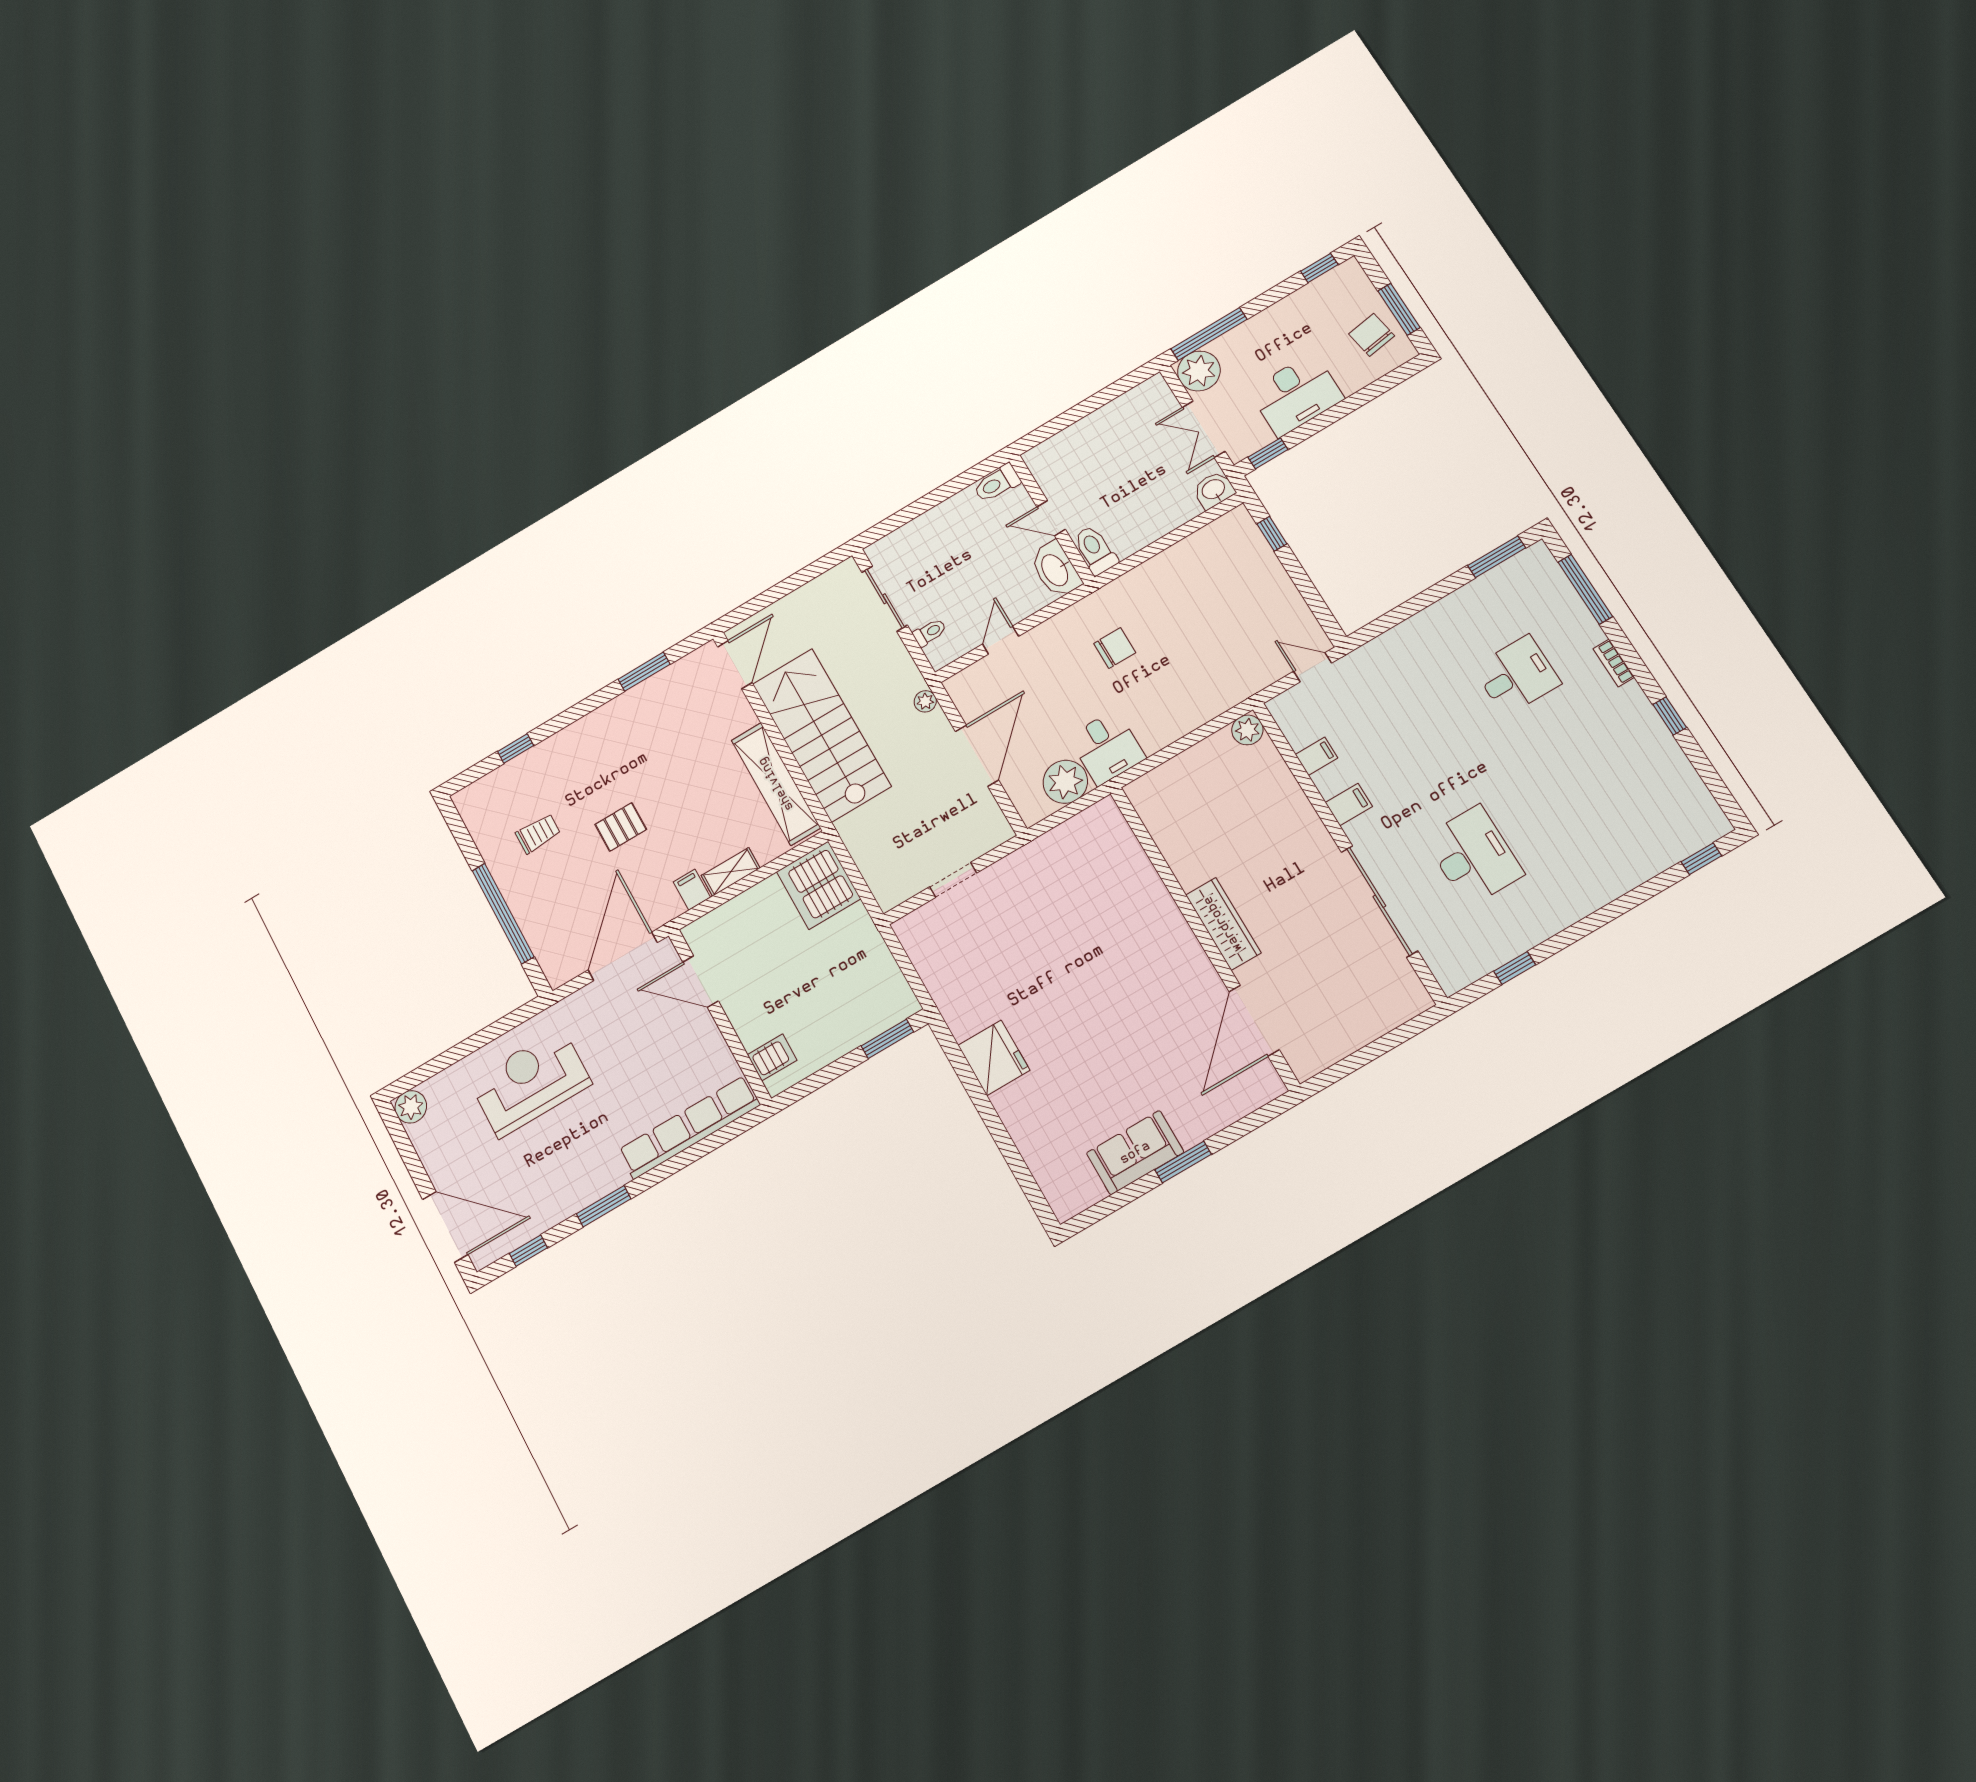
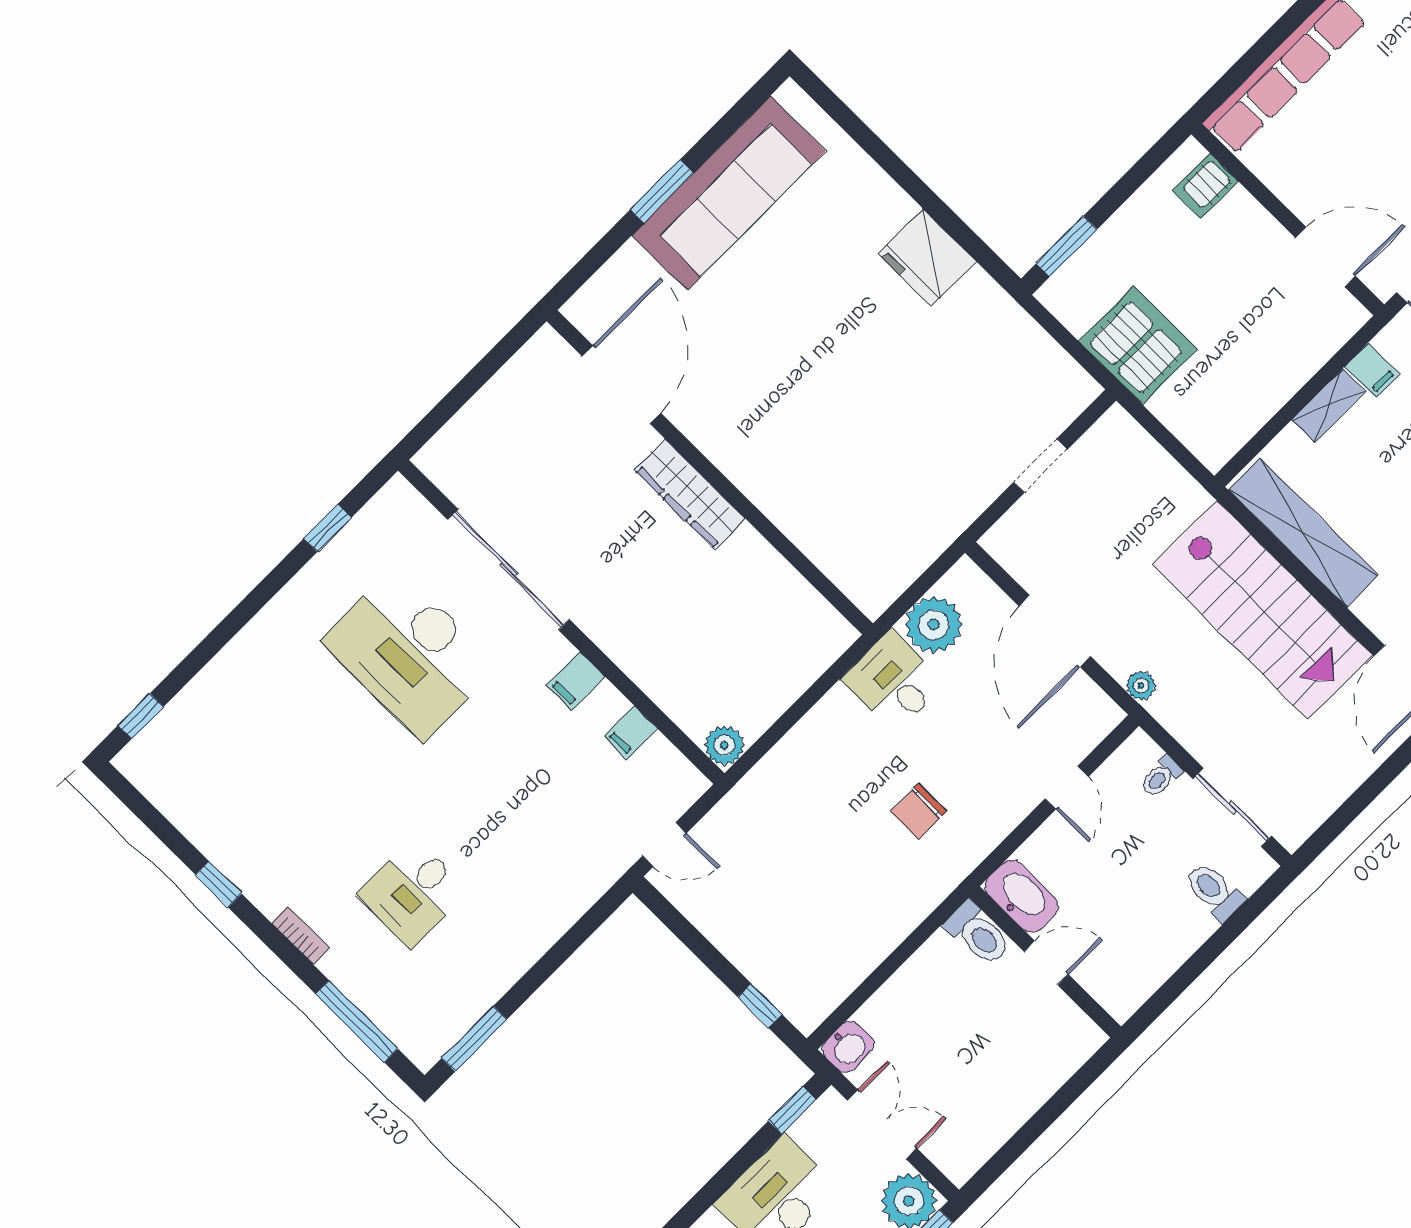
toilet: (997, 483) -> (1214, 891), moved, turned -90
desk: (1474, 856) -> (410, 654), width x1.36, depth x1.30
server rack: (818, 885) -> (1138, 345), moved
sofa: (1135, 1153) -> (729, 193), width x1.85, depth x1.27

